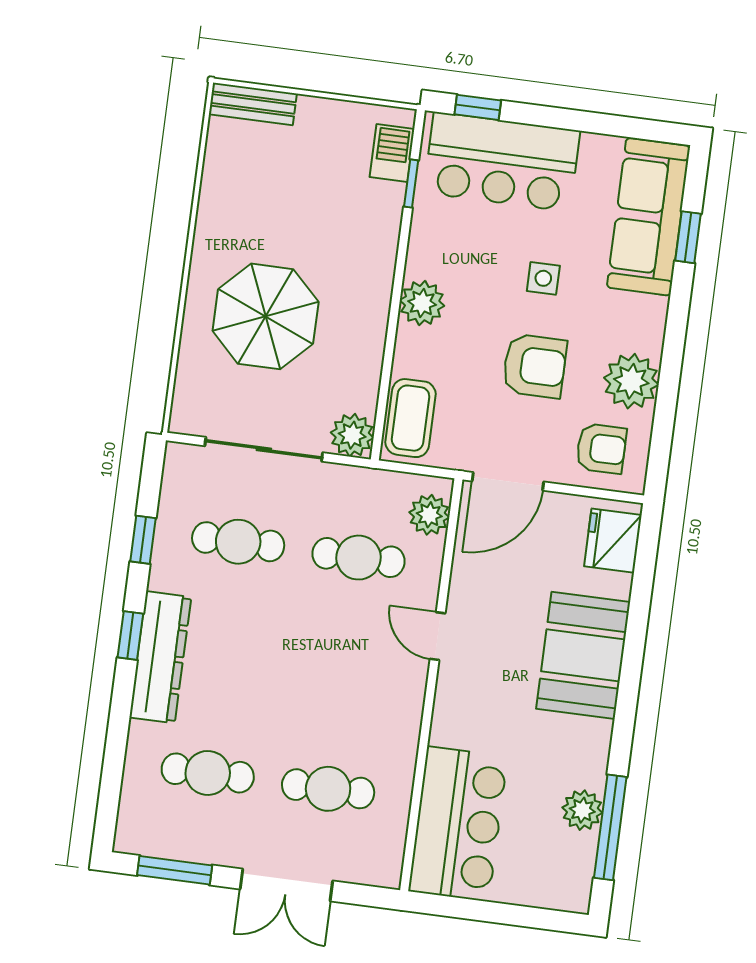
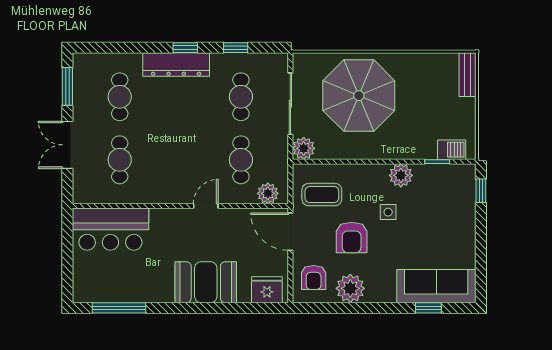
bar counter: (502, 162) -> (455, 207), removed
side table: (543, 278) -> (388, 212), moved
plant: (422, 303) -> (401, 175), moved
parasol: (266, 316) -> (359, 96), width x1.36, depth x1.36
coffee table: (411, 418) -> (322, 195), moved
plant: (582, 810) -> (126, 292), removed

